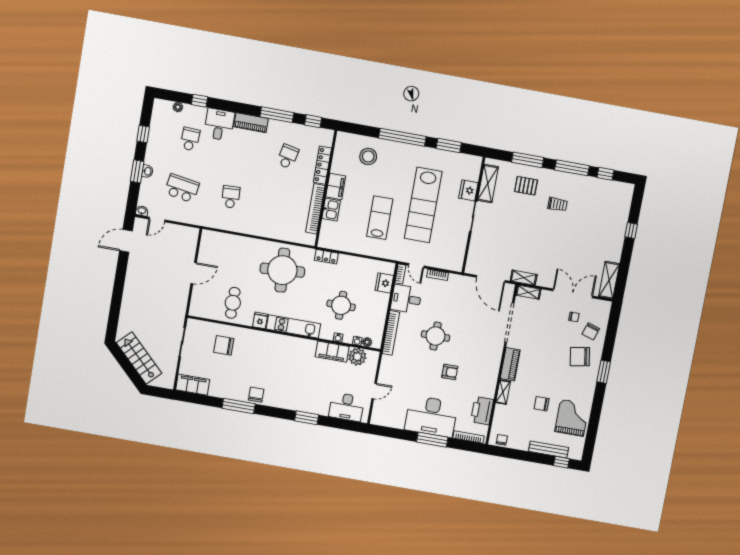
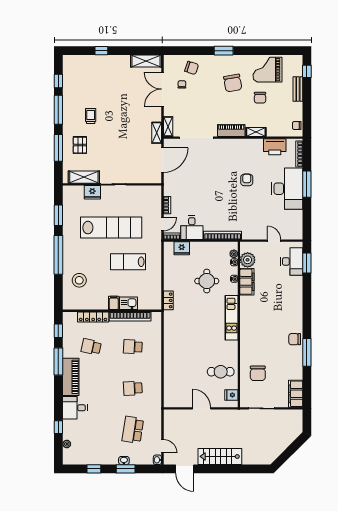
piano: (251, 123) -> (71, 377), width x1.37, depth x1.33
school desk: (190, 139) -> (133, 347), moved
filing cabinet: (336, 186) -> (114, 303), width x0.50
round table: (282, 270) -> (186, 335), removed
fridge: (260, 320) -> (231, 395), moved
round table: (436, 336) -> (219, 197), removed
chair: (580, 357) -> (233, 83), moved
stairs: (139, 358) -> (220, 456), moved, turned 45
window: (307, 418) -> (307, 263), moved
bench: (548, 449) -> (298, 89), width x0.73

